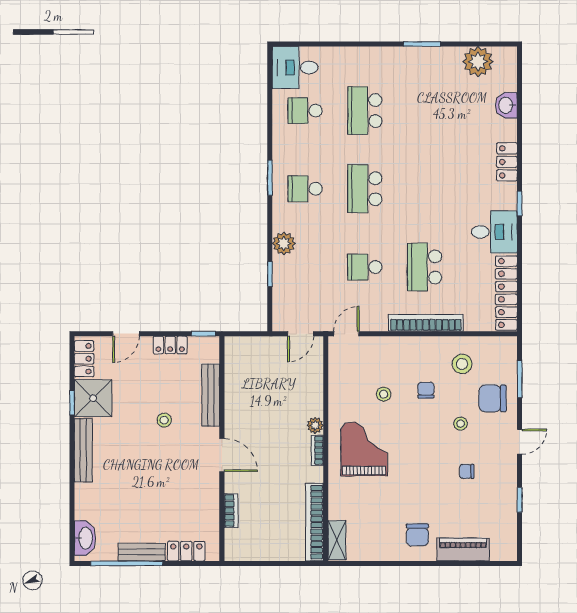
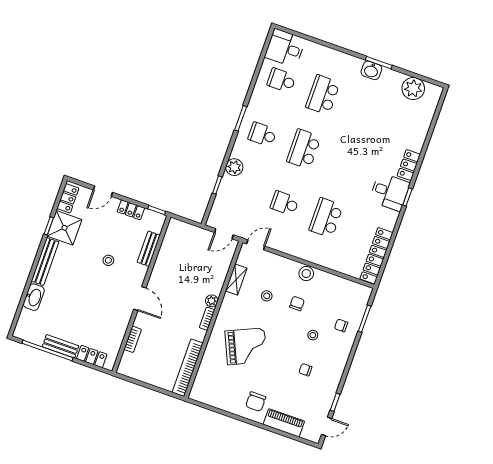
washbasin: (506, 105) -> (371, 70), moved, turned -90
desk: (494, 232) -> (390, 192), moved
bookcase: (426, 323) -> (313, 257), removed
stool: (462, 364) -> (306, 274), moved
bench: (211, 395) -> (149, 249), width x0.73
chair: (492, 398) -> (341, 325), width x0.54, depth x0.54
door: (520, 442) -> (327, 426), moved
grand piano: (364, 449) -> (246, 346), moved, turned 66
washbasin: (85, 538) -> (34, 297), moved
shelving: (337, 540) -> (236, 280), moved

